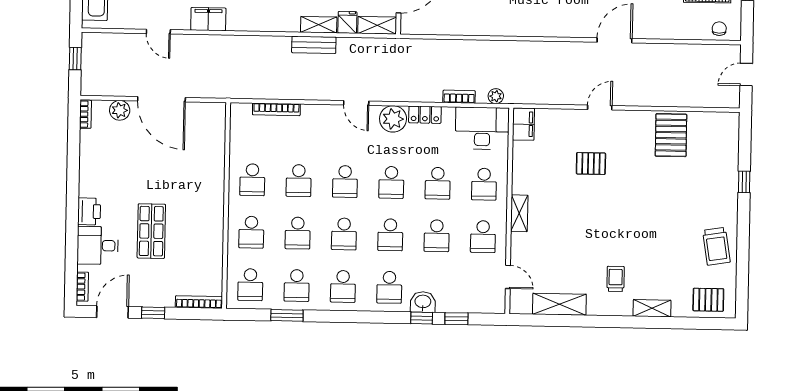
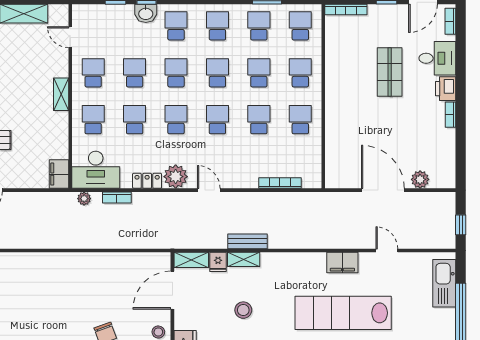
bookcase: (85, 114) -> (451, 115), moved

